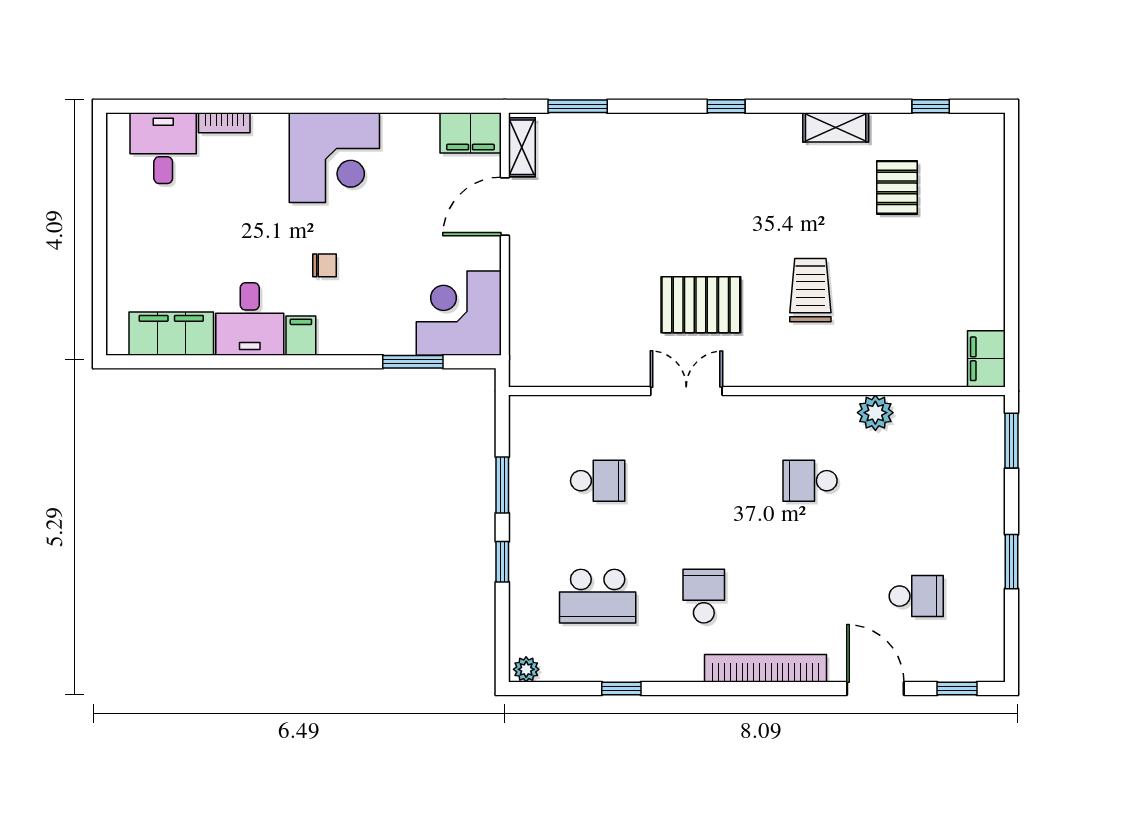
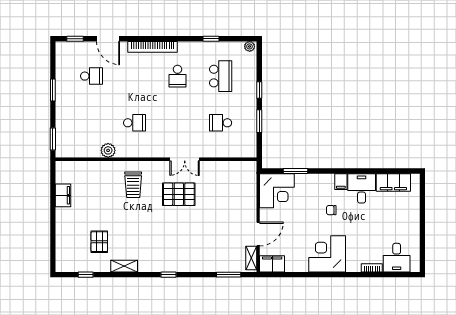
trolley: (810, 290) -> (133, 185), moved
filing cabinet: (986, 359) -> (63, 195), moved
school desk: (598, 596) -> (221, 76), turned 90
school desk: (916, 596) -> (91, 76), turned 180

